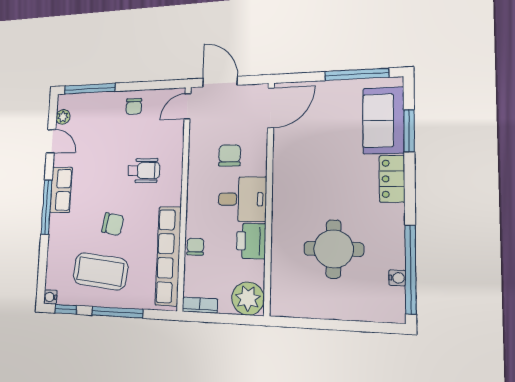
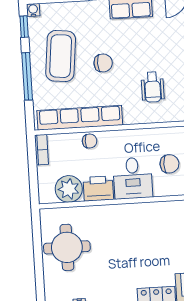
chair: (113, 224) -> (103, 63), turned -100
round table: (334, 249) -> (67, 247), moved
plant: (248, 298) -> (69, 189), moved

